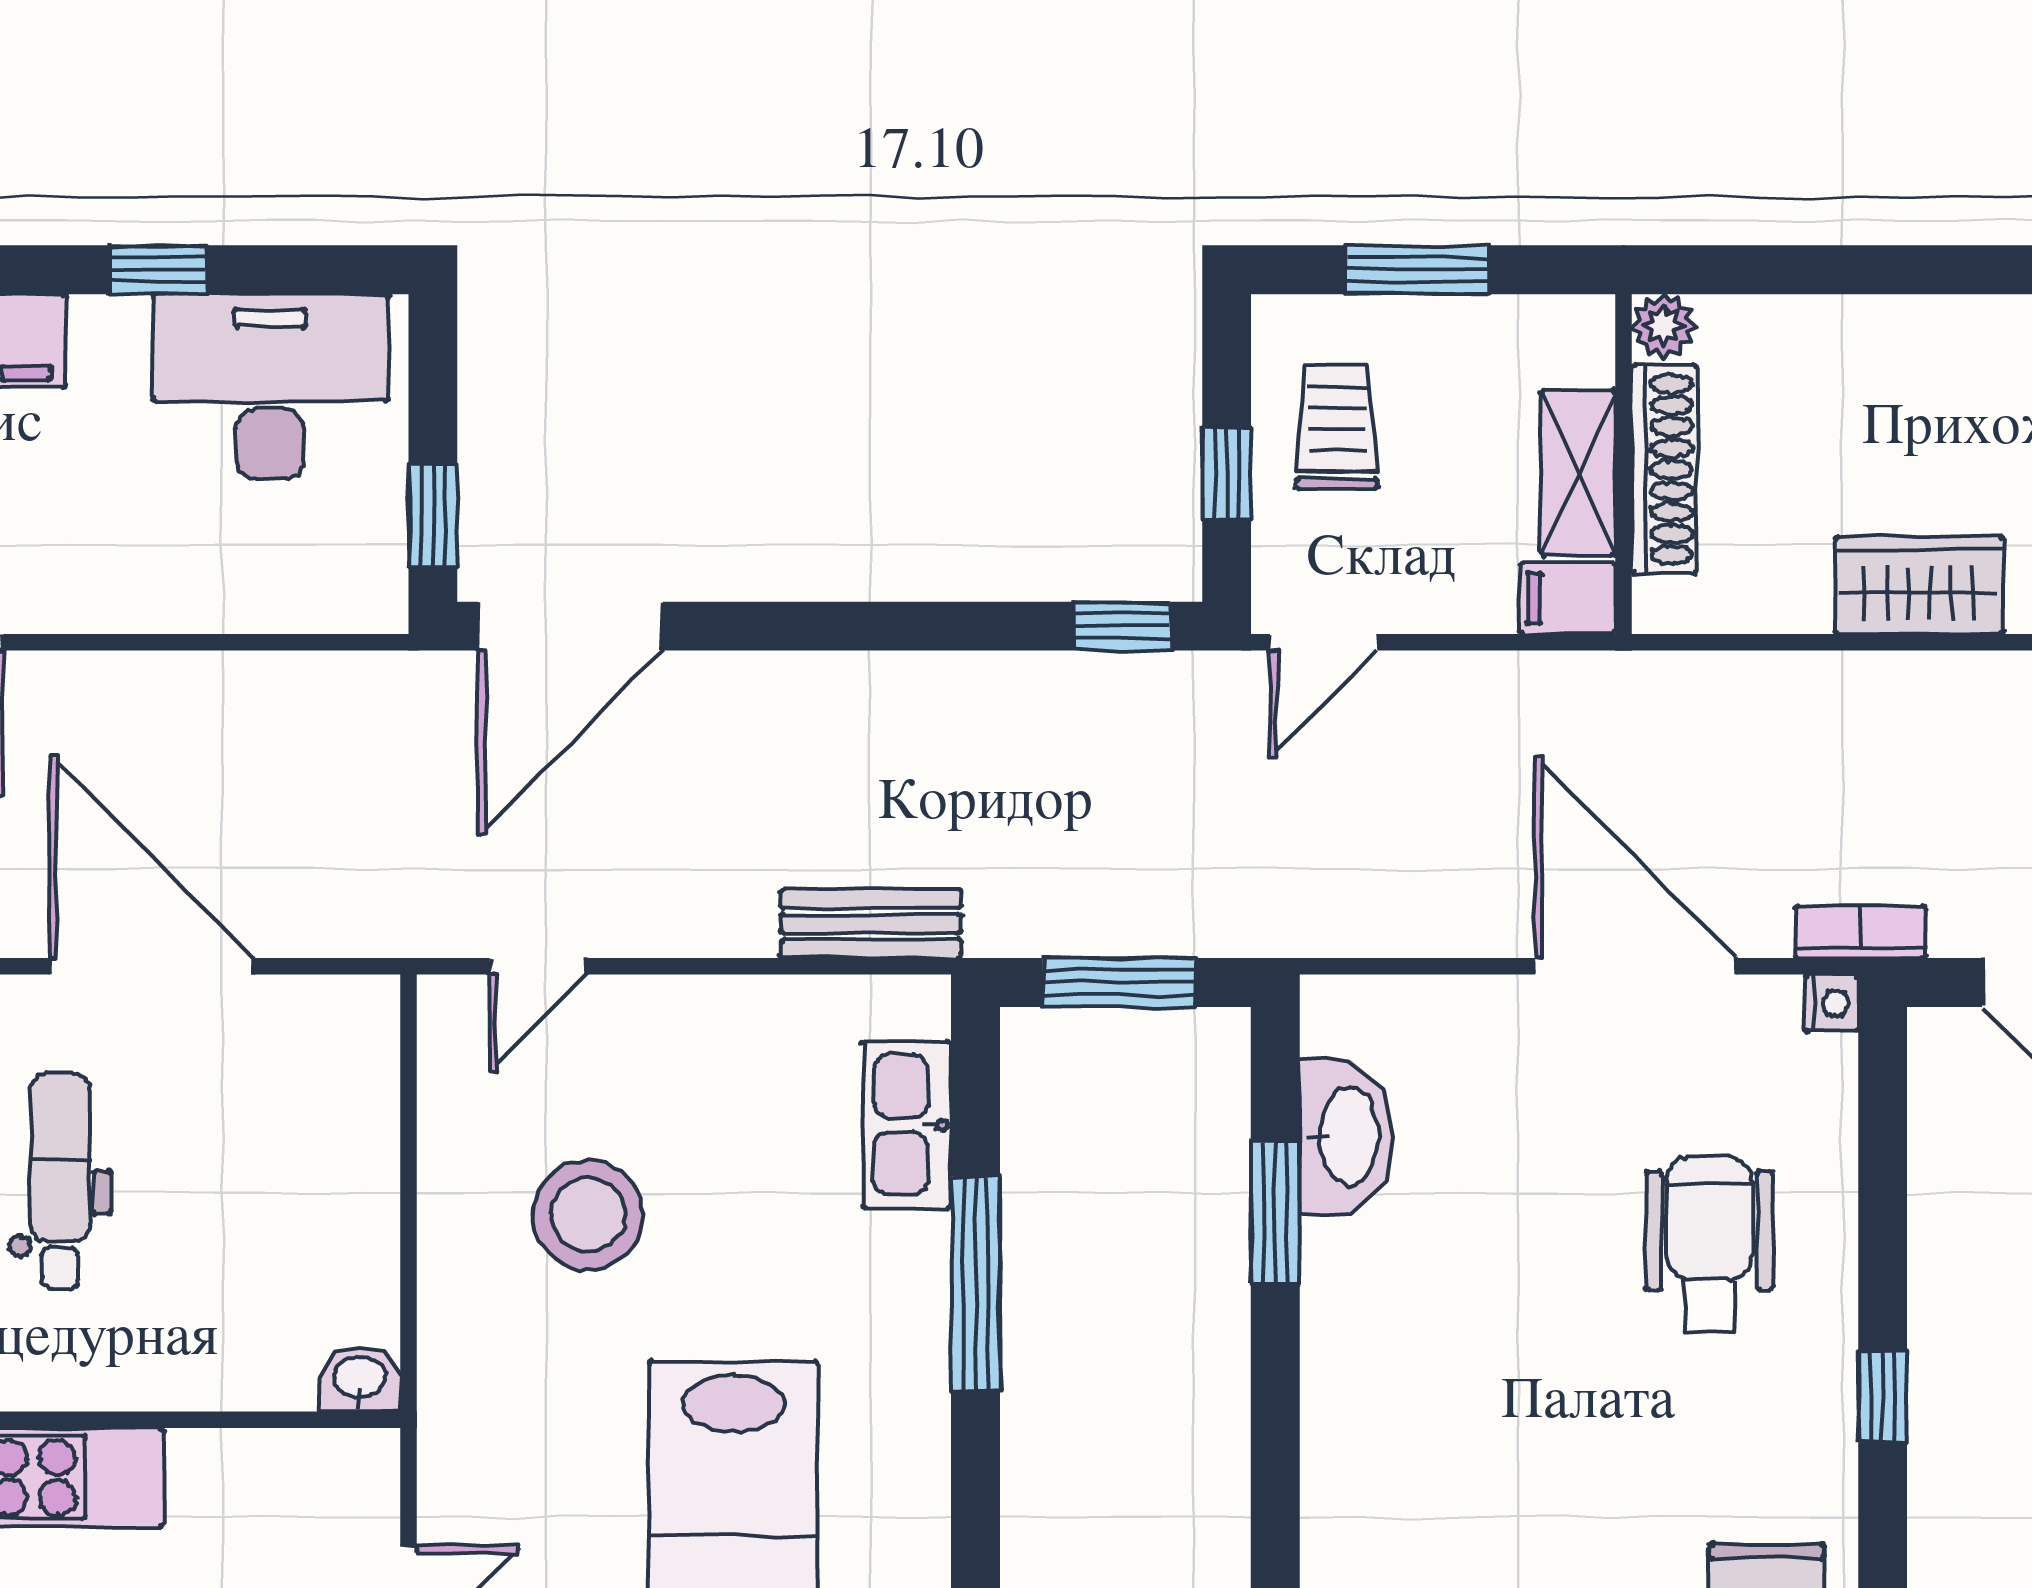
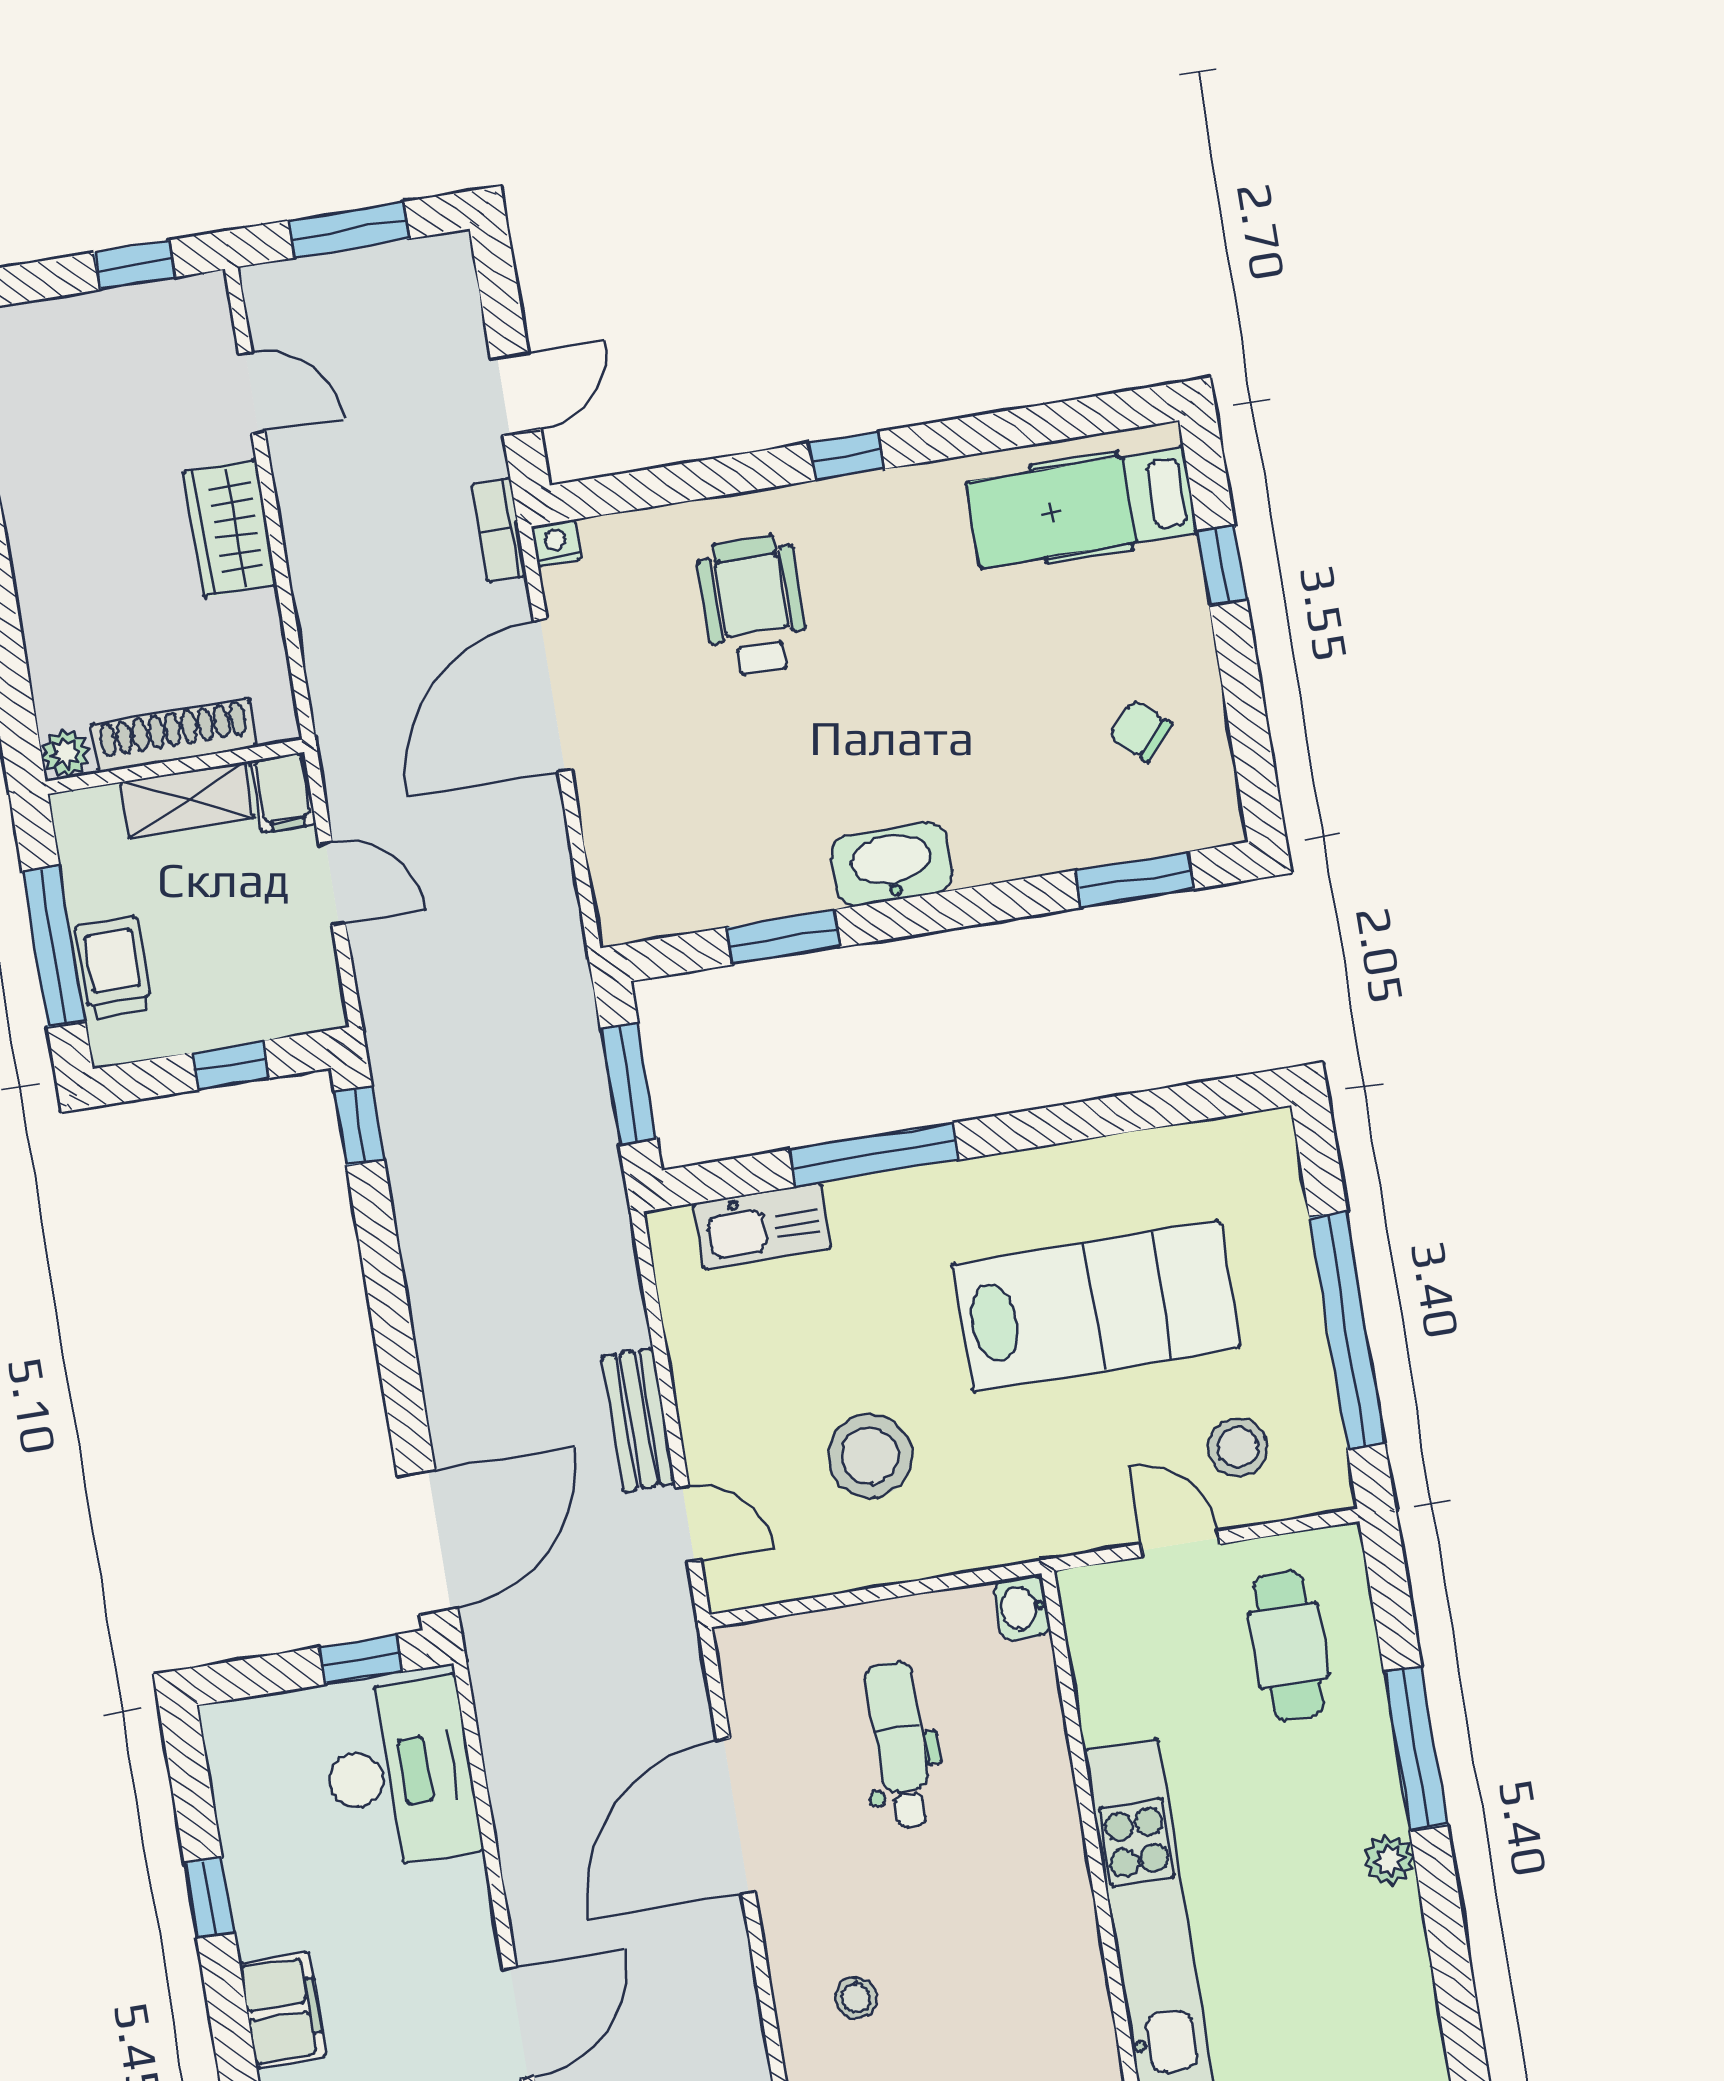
window: (1418, 270) -> (54, 946), width x1.44
desk: (270, 386) -> (400, 1773), moved, turned 180
trolley: (1337, 427) -> (114, 967), moved, turned 90
door: (571, 626) -> (427, 1542), hinge flipped
door: (1324, 642) -> (332, 883), moved
bench: (871, 924) -> (638, 1420), moved
washbasin: (1346, 1136) -> (892, 864), moved
dental chair: (60, 1181) -> (900, 1745), moved, turned 90
wheelchair: (1710, 1244) -> (753, 605), turned 90

